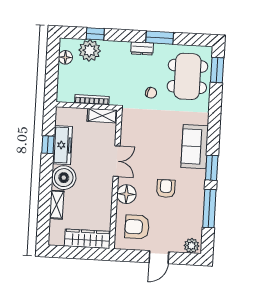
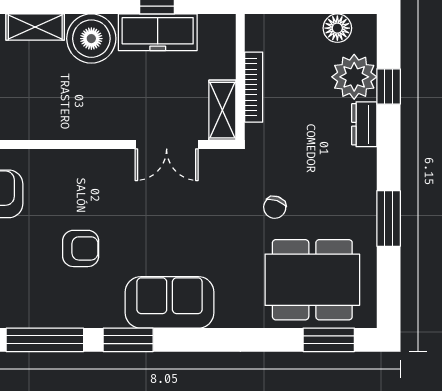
dresser: (142, 48) -> (364, 124), moved
double door: (117, 161) -> (167, 145), moved
floor lamp: (126, 194) -> (65, 169), removed

